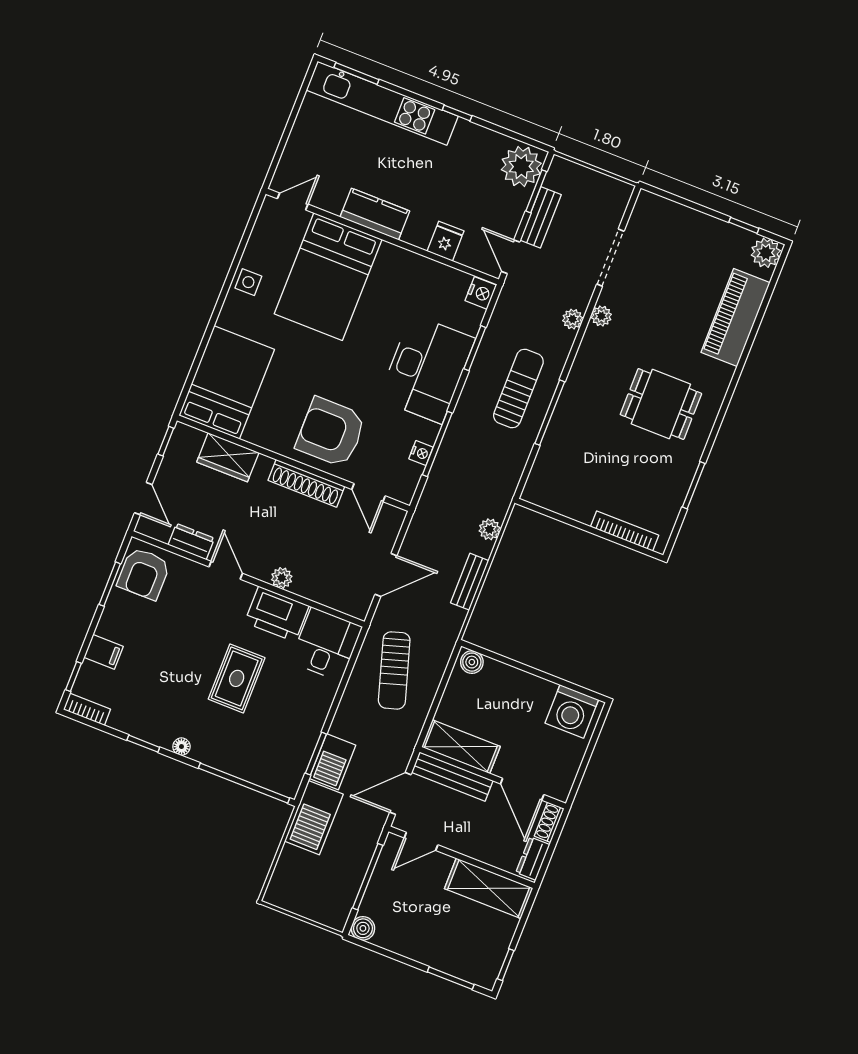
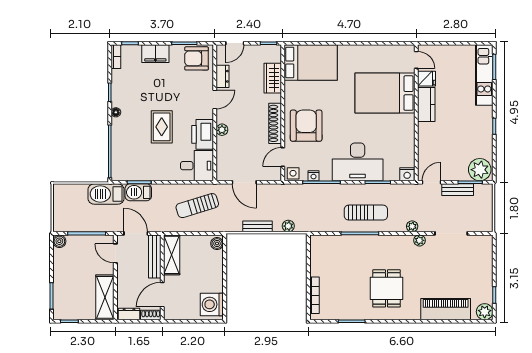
kitchen unit: (382, 103) -> (484, 75), width x0.73
fridge: (446, 241) -> (427, 79), moved
side table: (248, 282) -> (293, 173), moved
filing cabinet: (104, 652) -> (155, 54), width x2.00
rug: (237, 678) -> (162, 127), turned 90

